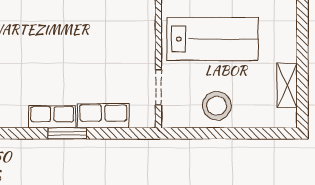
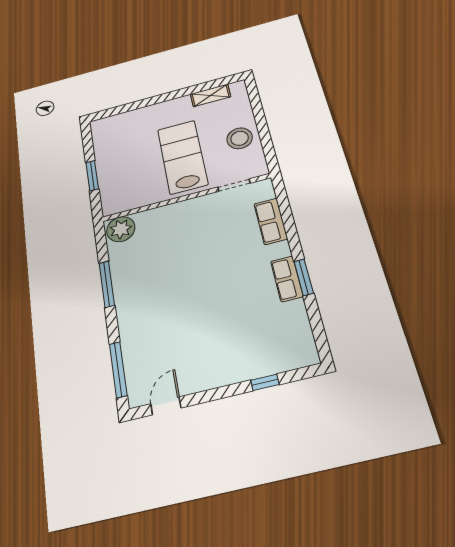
row of seats: (52, 117) -> (287, 279), moved
window: (67, 133) -> (304, 277), moved

